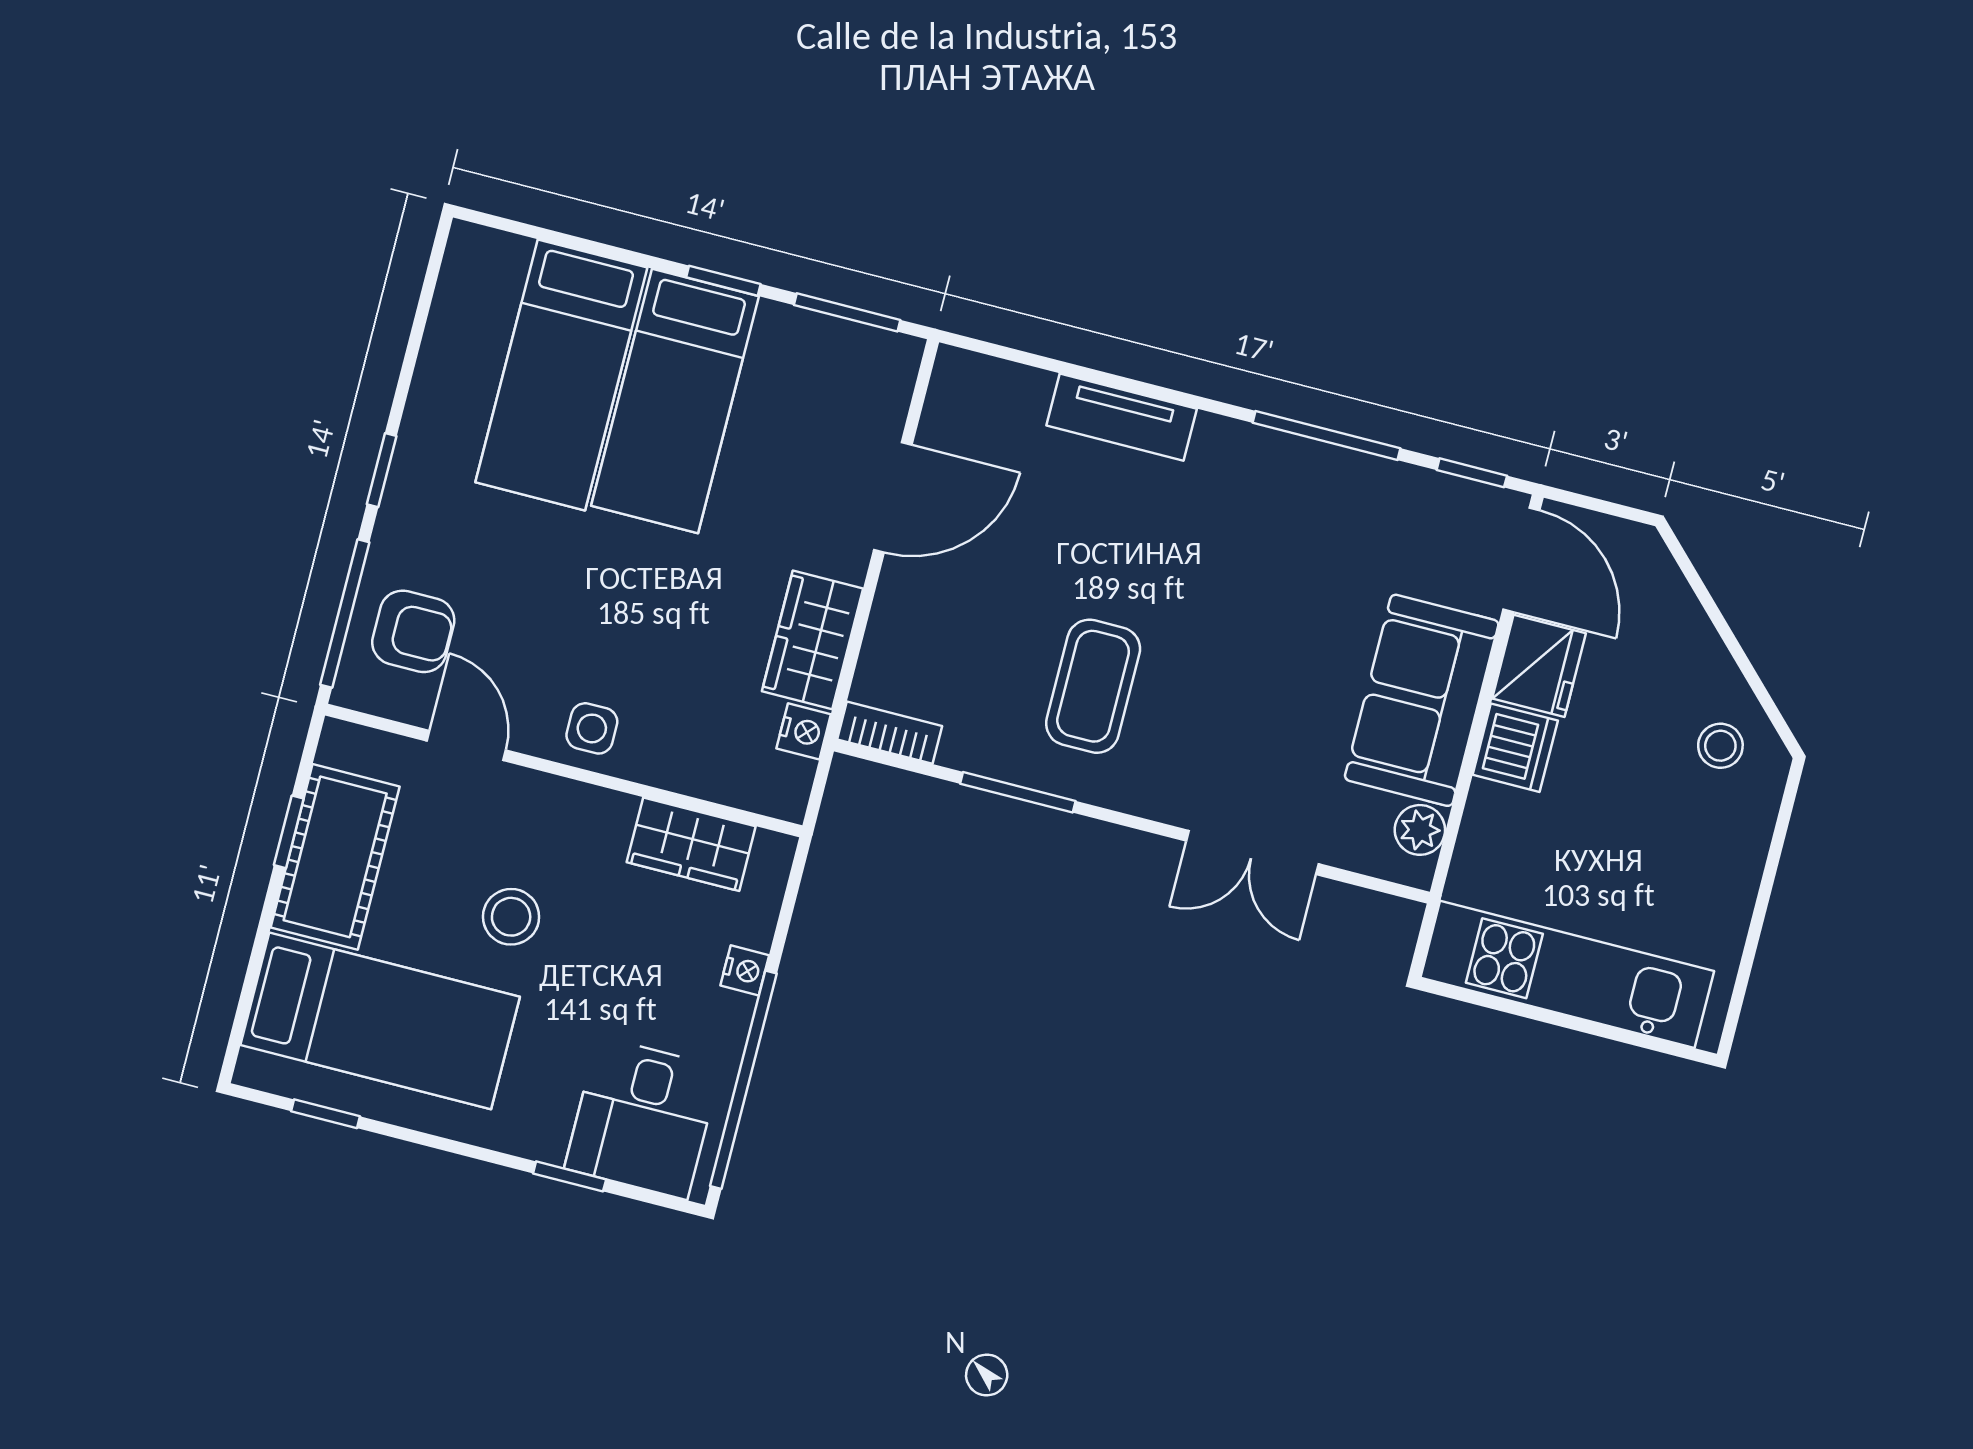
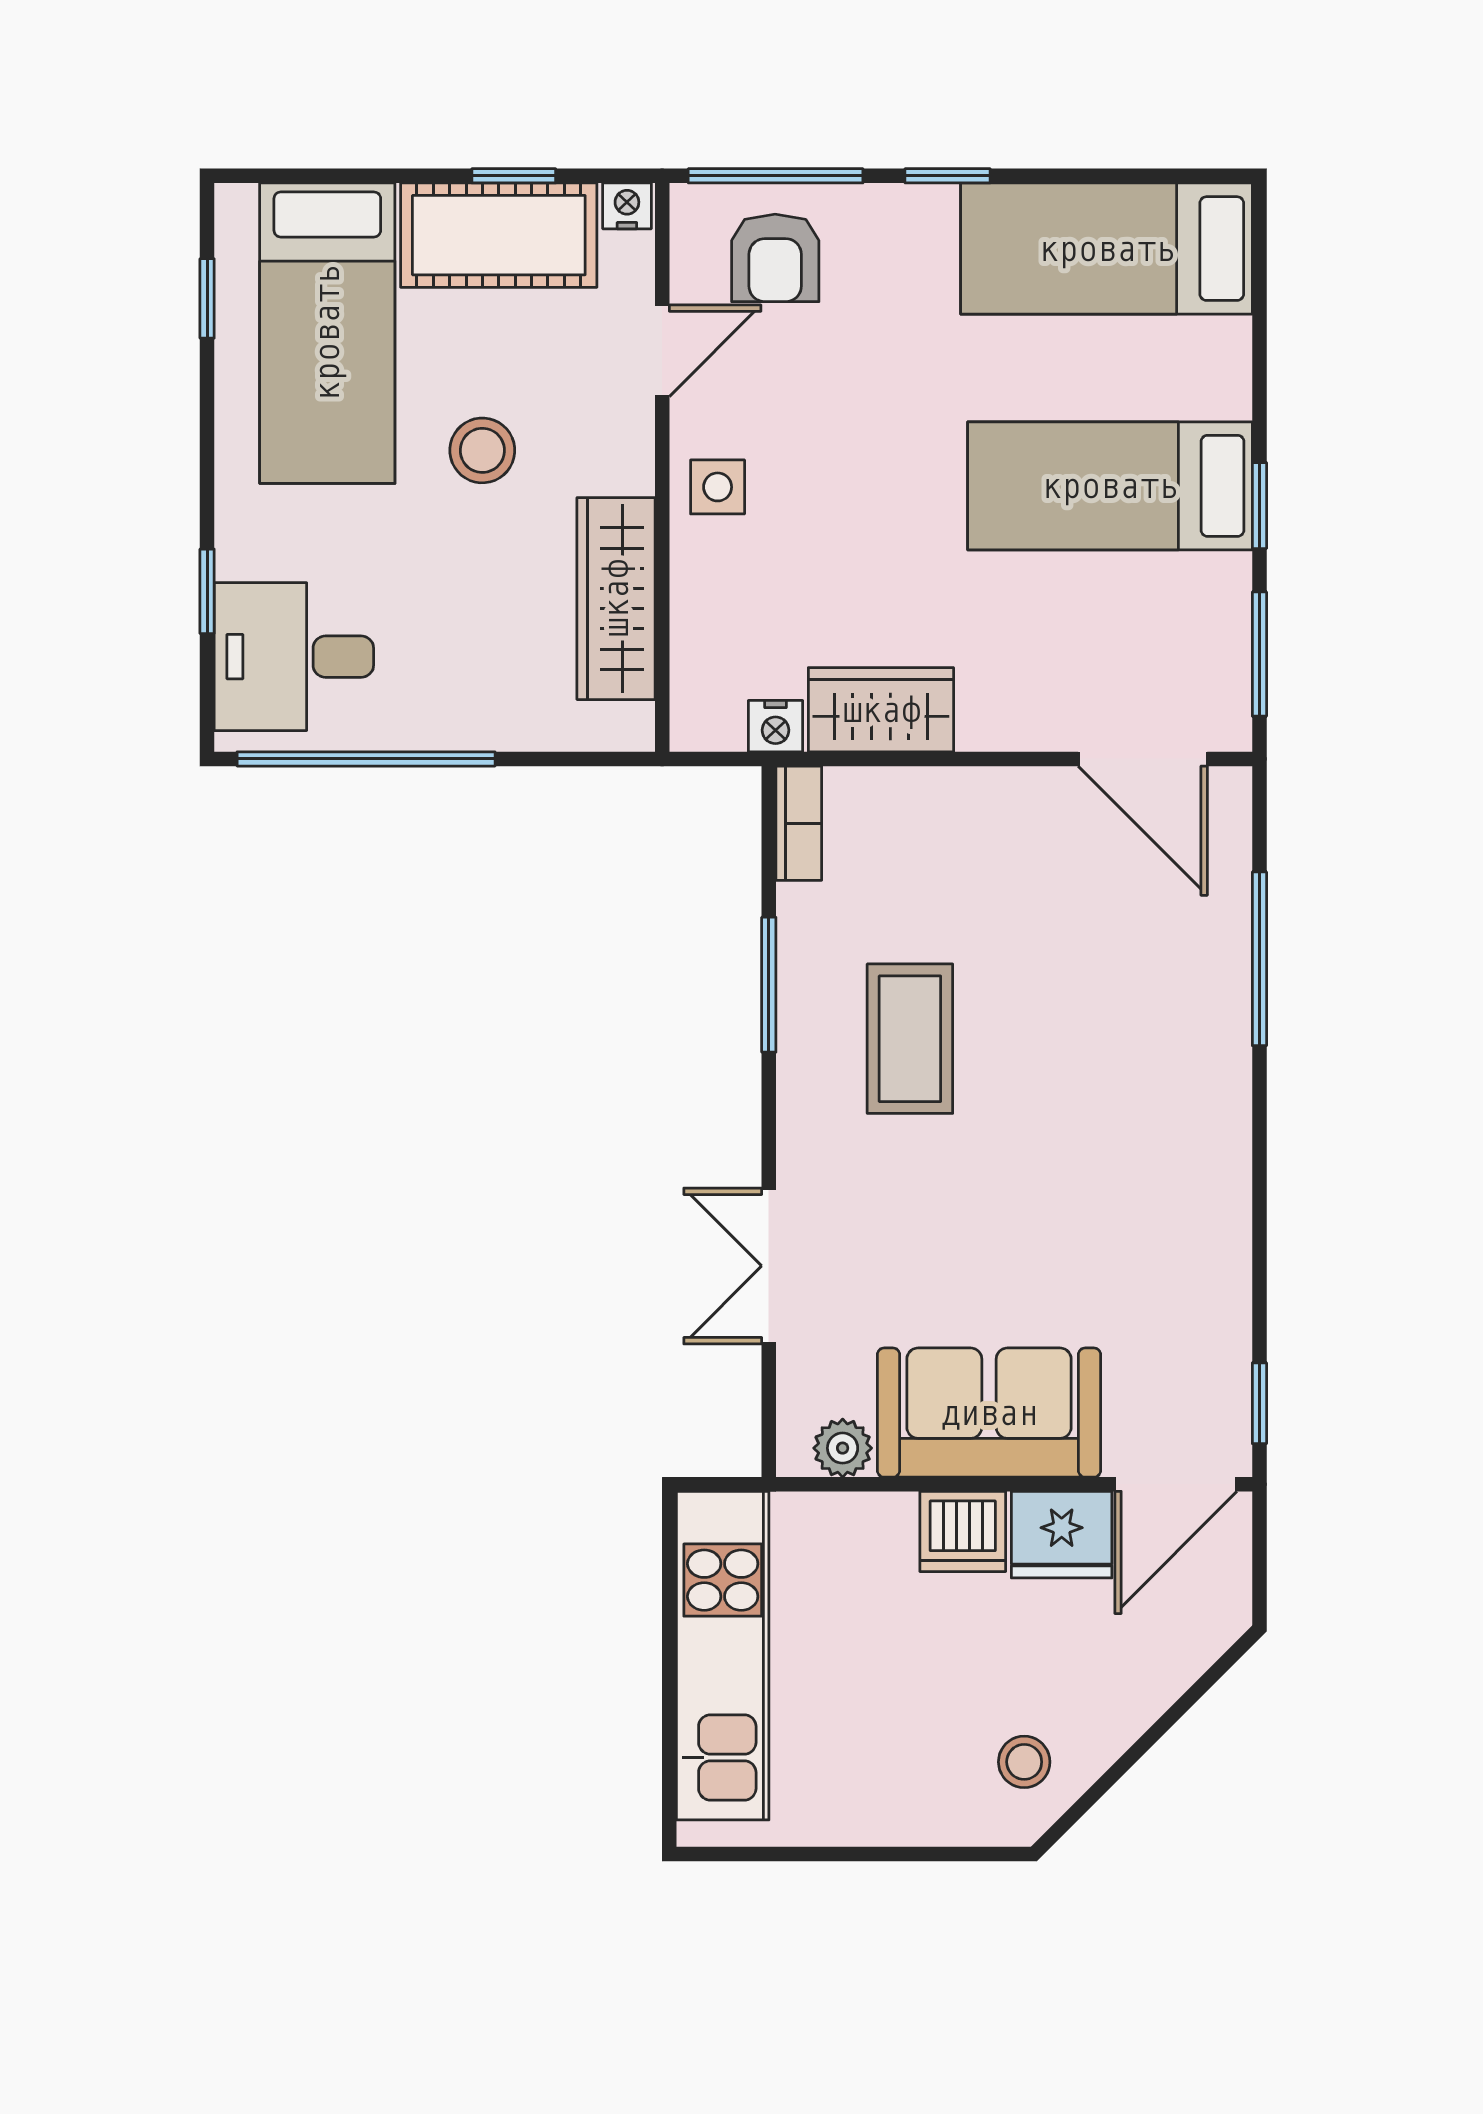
bed: (561, 375) -> (1107, 249), moved
tv unit: (1122, 417) -> (1221, 993), removed
window: (1326, 435) -> (1259, 959), moved
door: (893, 497) -> (1143, 759), moved
coffee table: (1093, 686) -> (910, 1039), turned 90
wardrobe: (691, 844) -> (616, 599), width x1.50
nightstand: (745, 970) -> (627, 206), moved, turned 180

